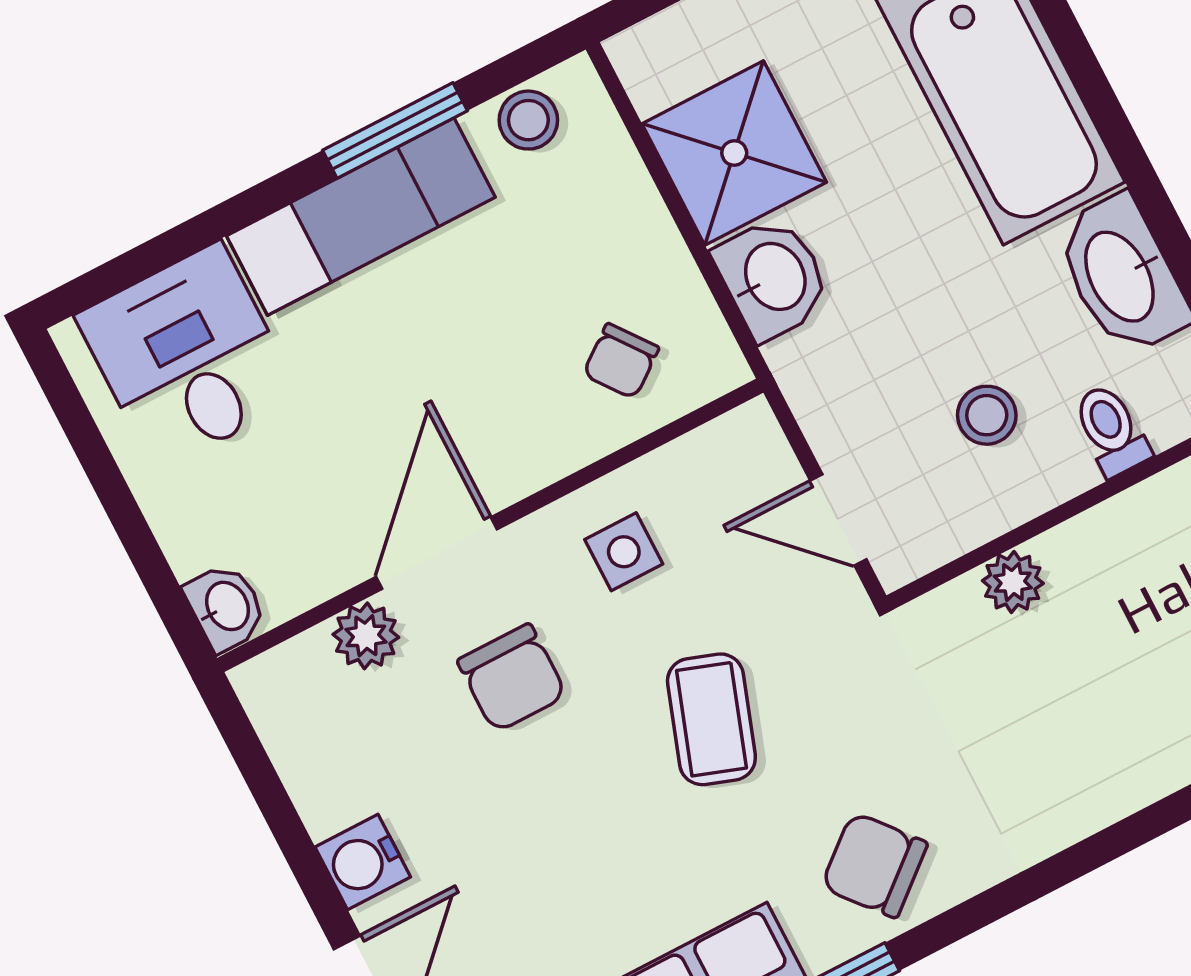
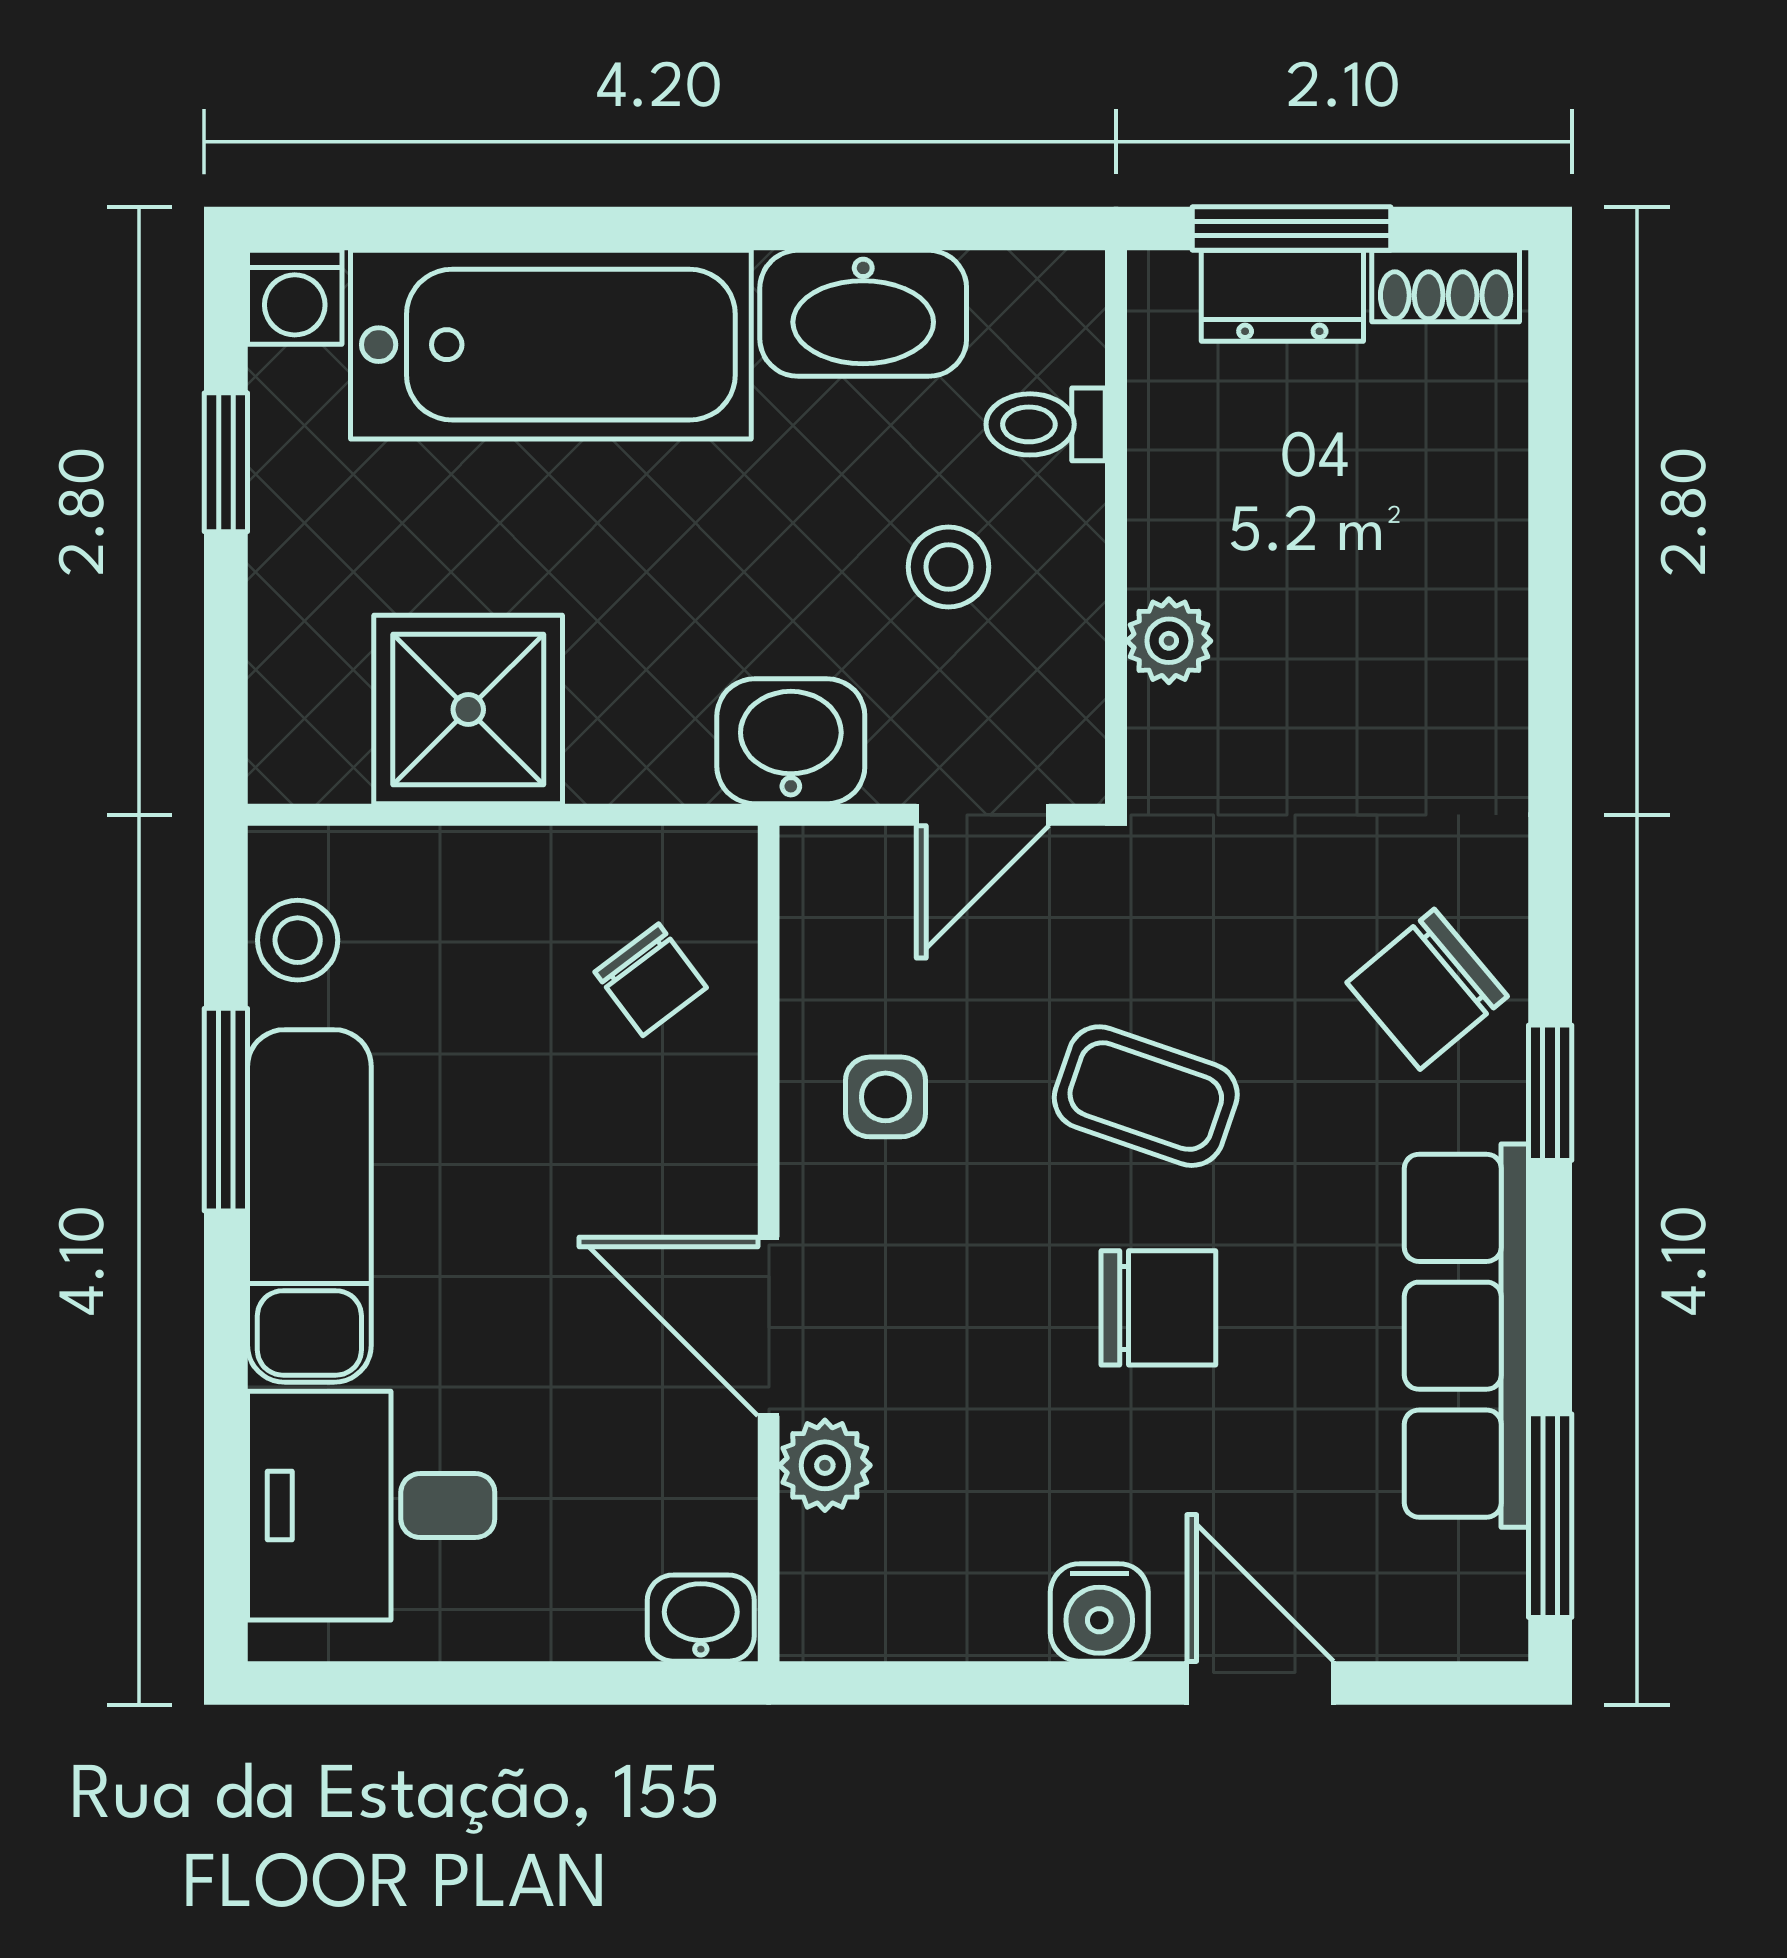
washbasin: (773, 278) -> (791, 741), moved
chair: (512, 678) -> (1158, 1308), moved

